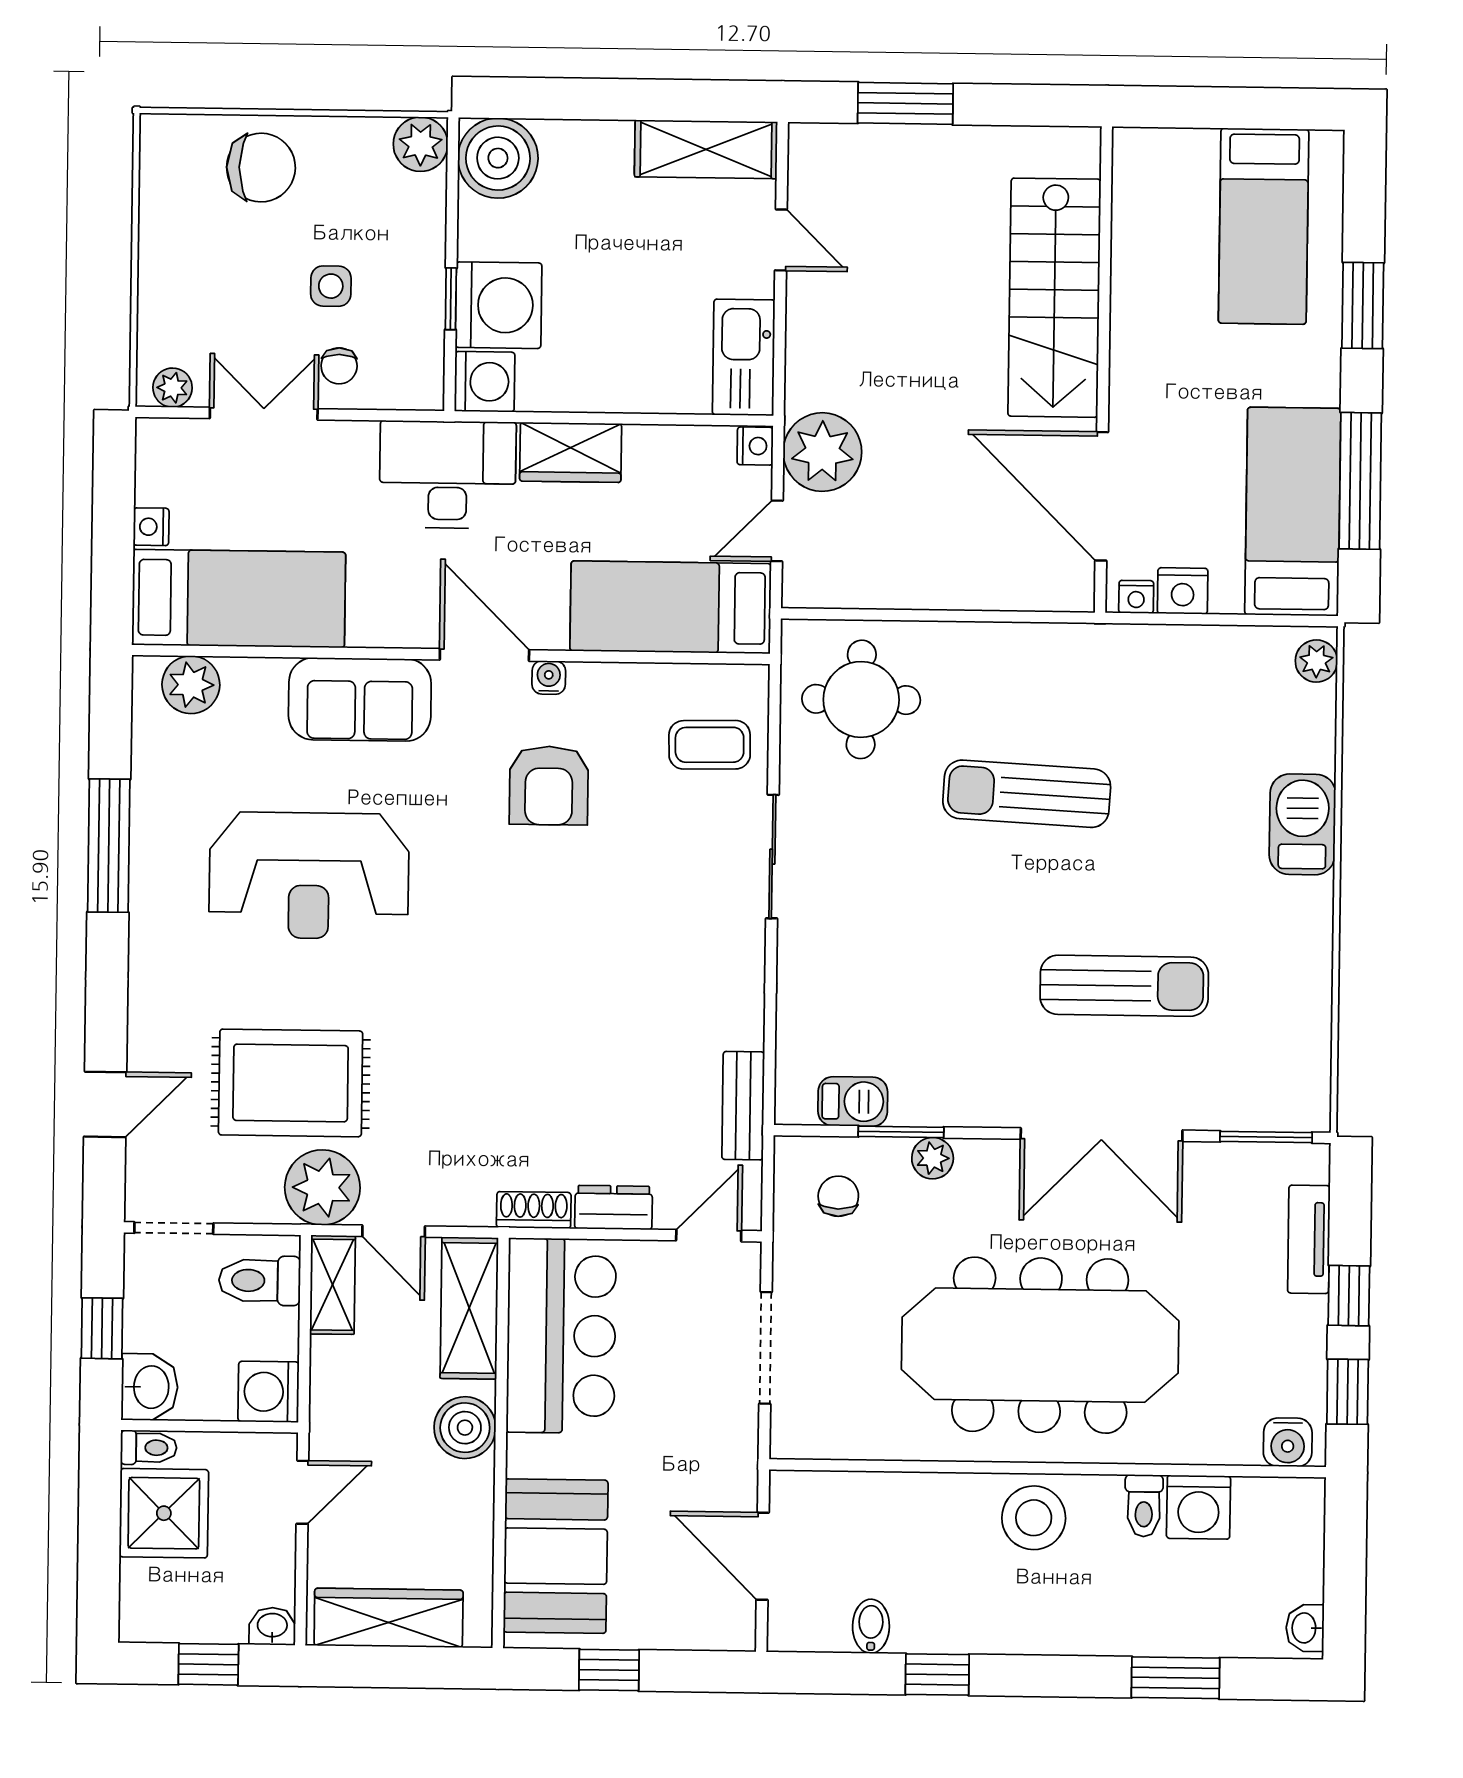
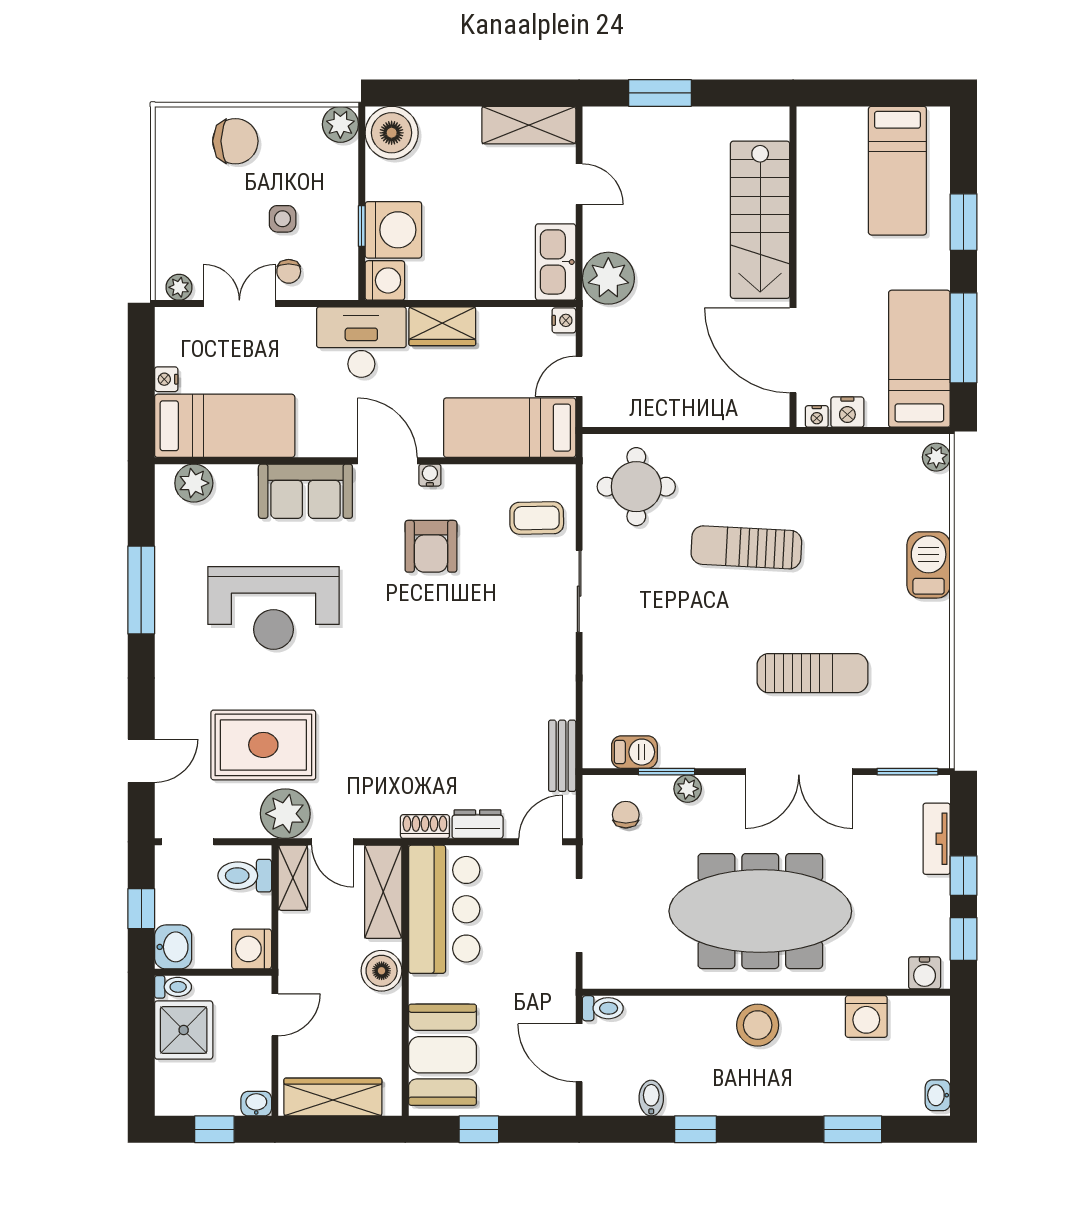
plant: (822, 452) -> (608, 278), moved
toilet: (1144, 1506) -> (603, 1008), moved, turned -90

